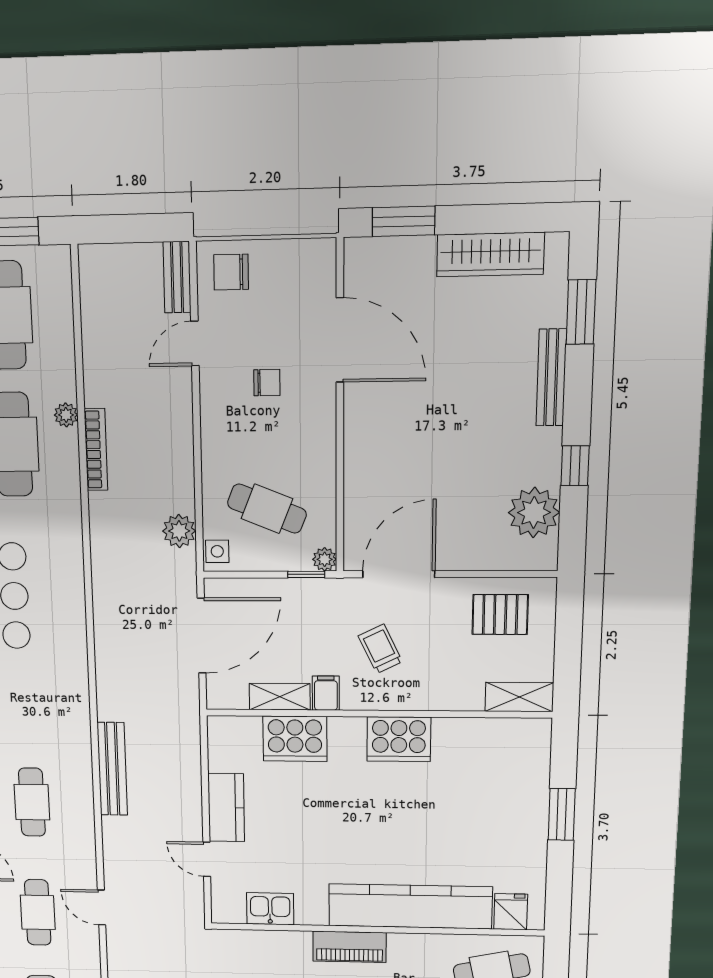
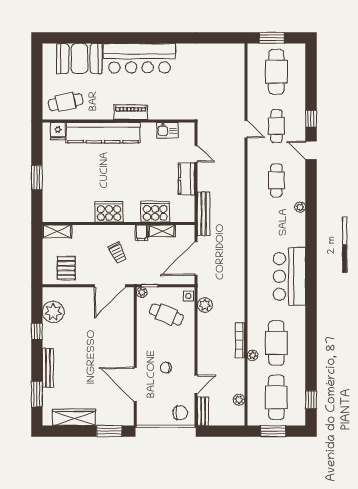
plant: (93, 307) -> (239, 400), added
pallet: (500, 615) -> (66, 268), turned 90
bench: (112, 769) -> (204, 214), moved

